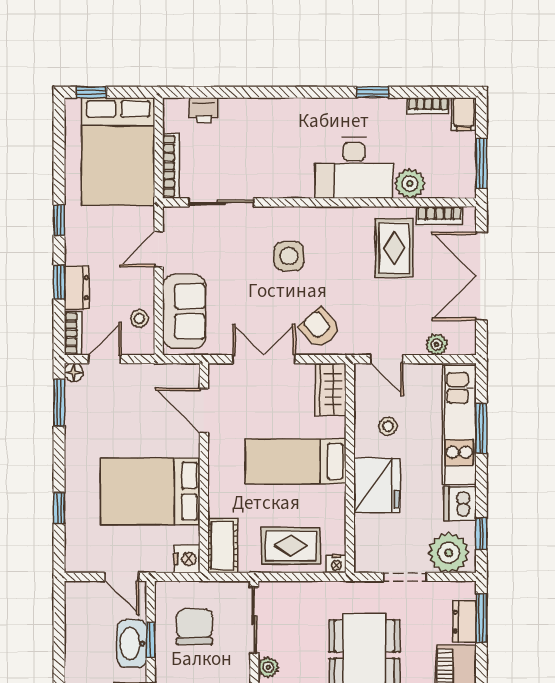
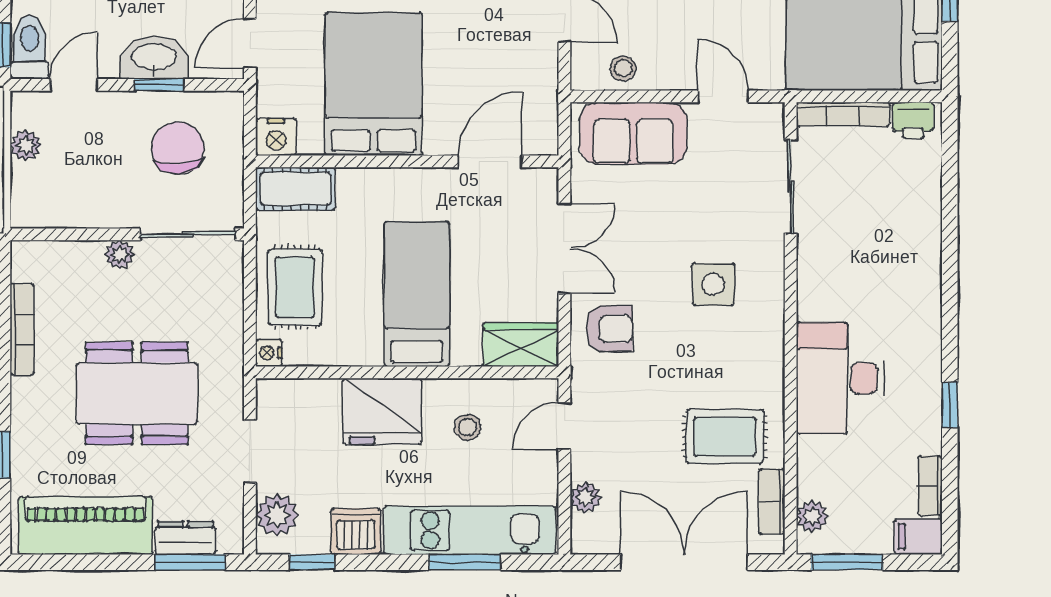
printer: (204, 110) -> (913, 120), moved, turned -90
plant: (410, 183) -> (812, 516), moved, width x0.73, depth x0.73
armchair: (320, 328) -> (609, 329), turned 42
plant: (449, 553) -> (277, 515), width x0.73, depth x0.73
chair: (194, 627) -> (178, 148), turned -94

